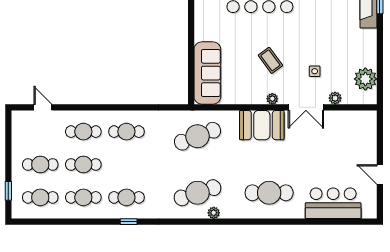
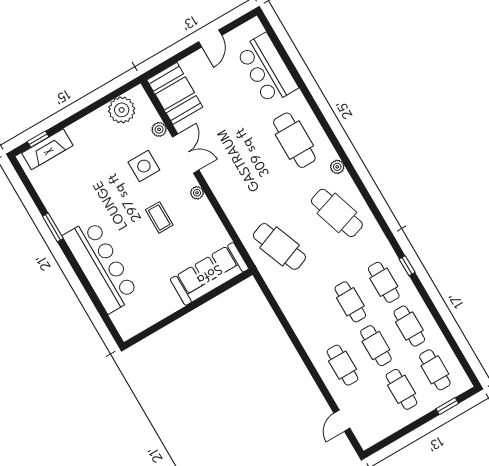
coffee table: (270, 60) -> (159, 217), turned -54
side table: (315, 71) -> (144, 166), width x1.87, depth x1.87
booth: (262, 125) -> (175, 93), moved
cafe table: (126, 132) -> (350, 302), moved
plant: (214, 213) -> (337, 167), moved

